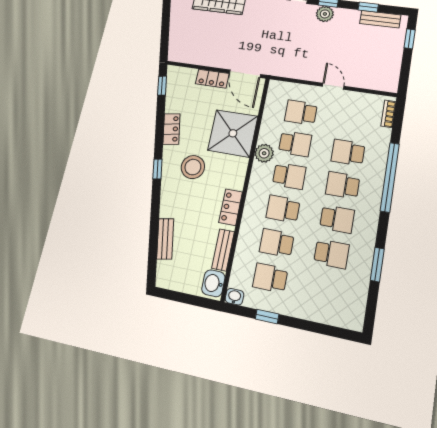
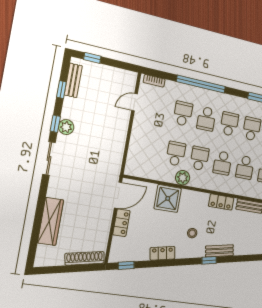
shoe rack: (175, 39) -> (85, 258), added
door: (333, 86) -> (135, 102), moved
school desk: (301, 112) -> (152, 149), removed
shower: (233, 133) -> (168, 198), width x0.73, depth x0.73
school desk: (348, 152) -> (183, 114), turned 180
stool: (193, 167) -> (192, 233), width x0.53, depth x0.53
window: (157, 169) -> (209, 260), moved
bench: (165, 239) -> (220, 251), moved

